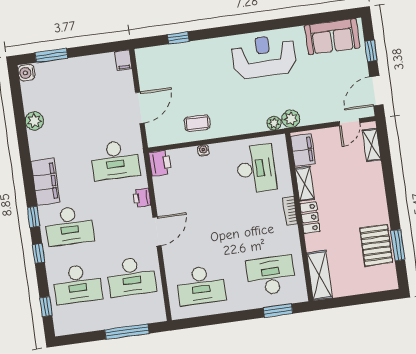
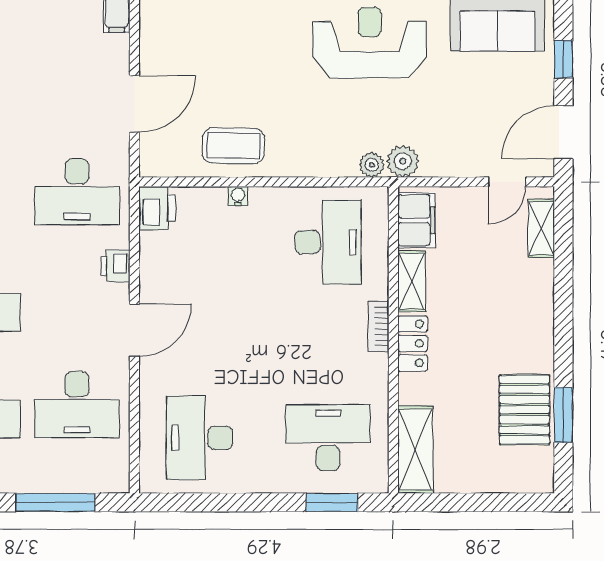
coffee table: (197, 123) -> (233, 146), width x1.36, depth x1.30
desk: (201, 285) -> (200, 438), turned 90

